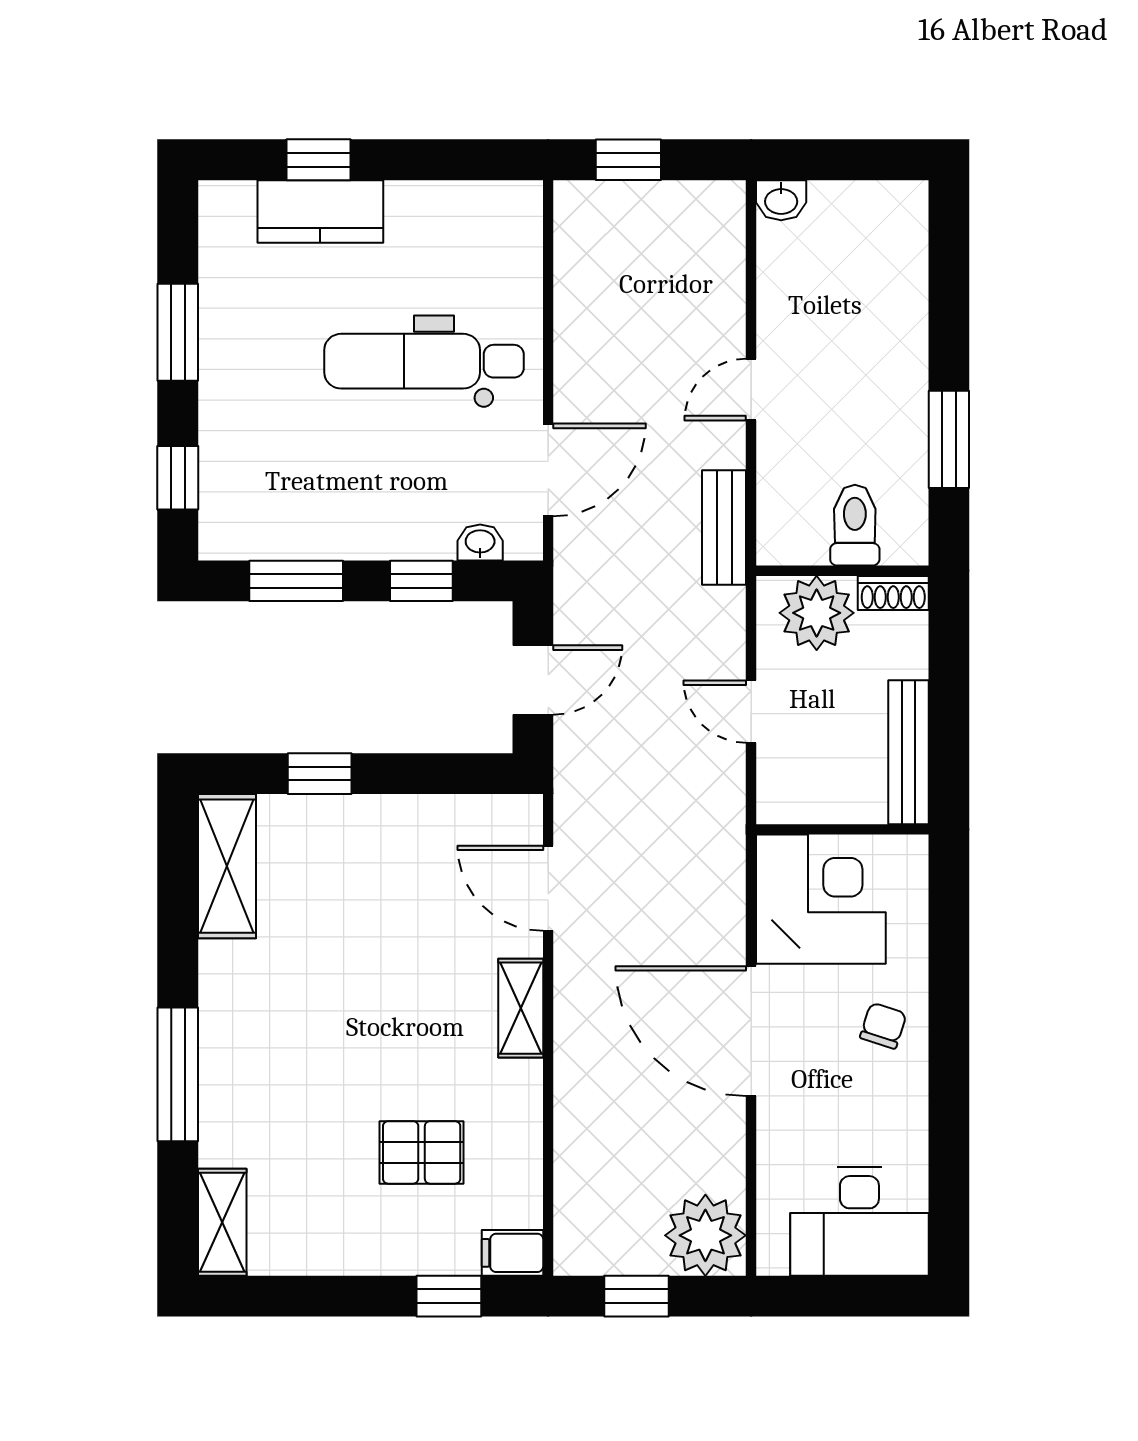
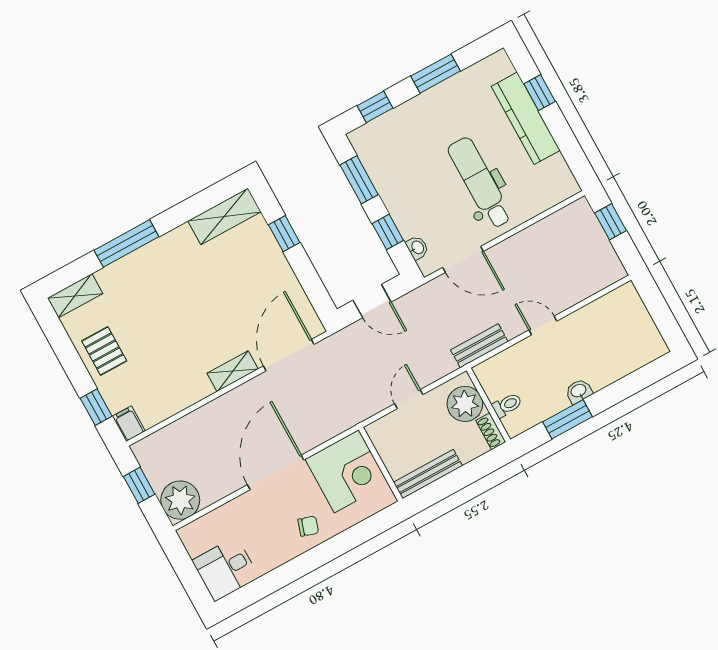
washbasin: (781, 200) -> (579, 391), moved, turned 90
kitchen counter: (320, 211) -> (526, 118), width x1.50
toilet: (855, 525) -> (507, 405), width x0.73, depth x0.72
door: (548, 888) -> (289, 355), width x1.36
pallet: (422, 1152) -> (104, 351), moved
desk: (859, 1222) -> (226, 569), width x0.73

